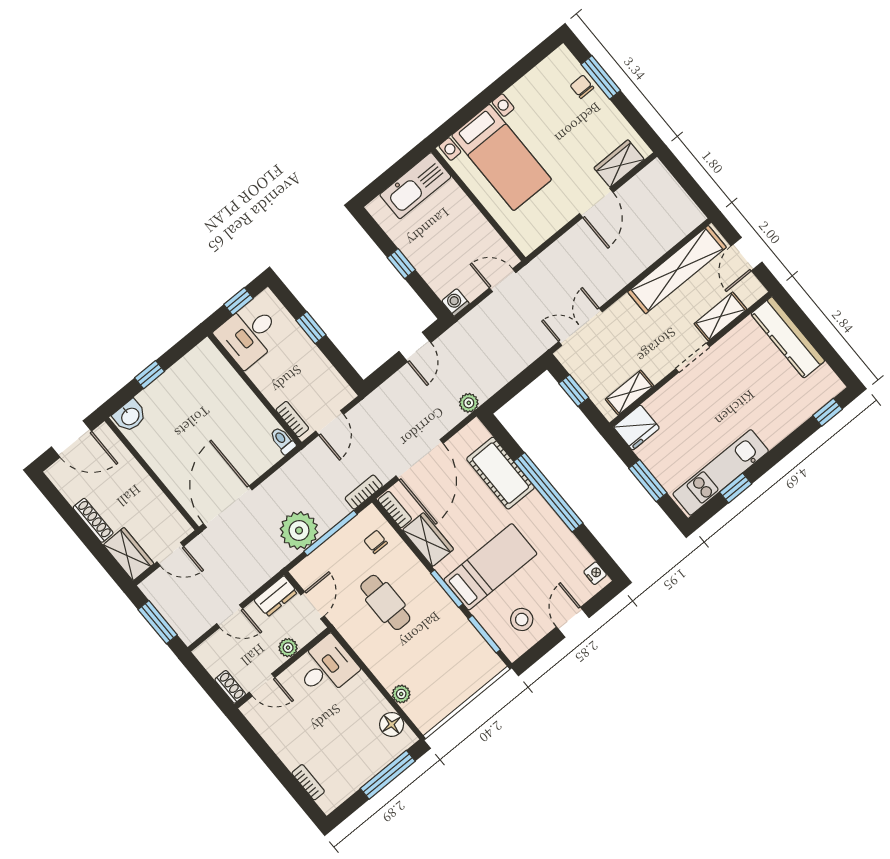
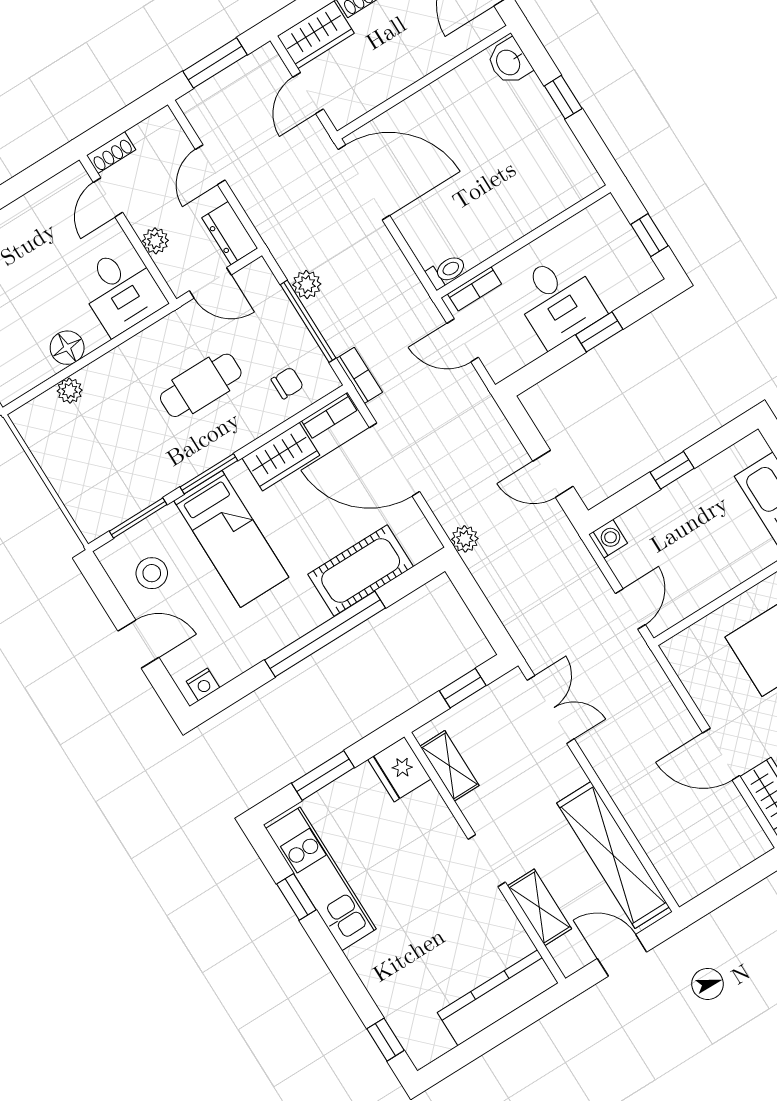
desk: (249, 335) -> (558, 300), moved, turned 180
plant: (299, 531) -> (307, 284), width x0.53, depth x0.53
floor lamp: (392, 724) -> (67, 348), moved

